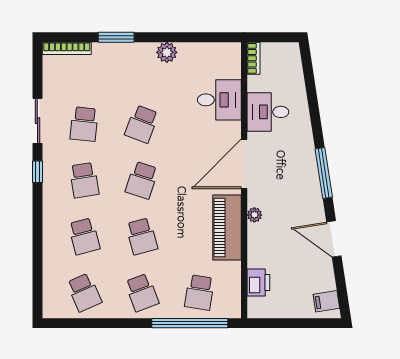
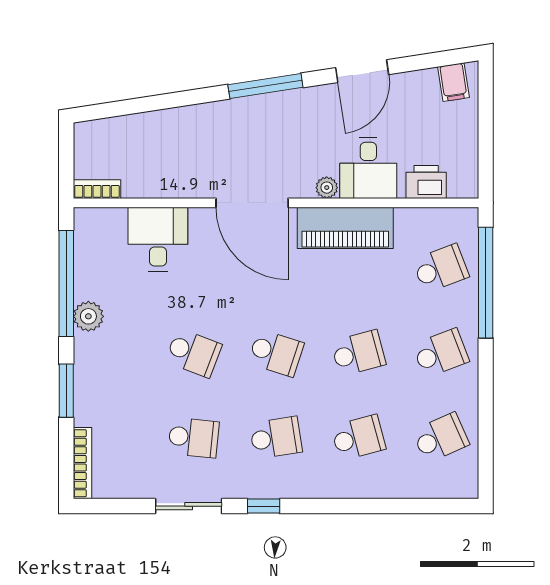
window: (189, 37) -> (66, 283), added
desk: (268, 112) -> (368, 168), moved
school desk: (199, 292) -> (441, 268), turned -30

